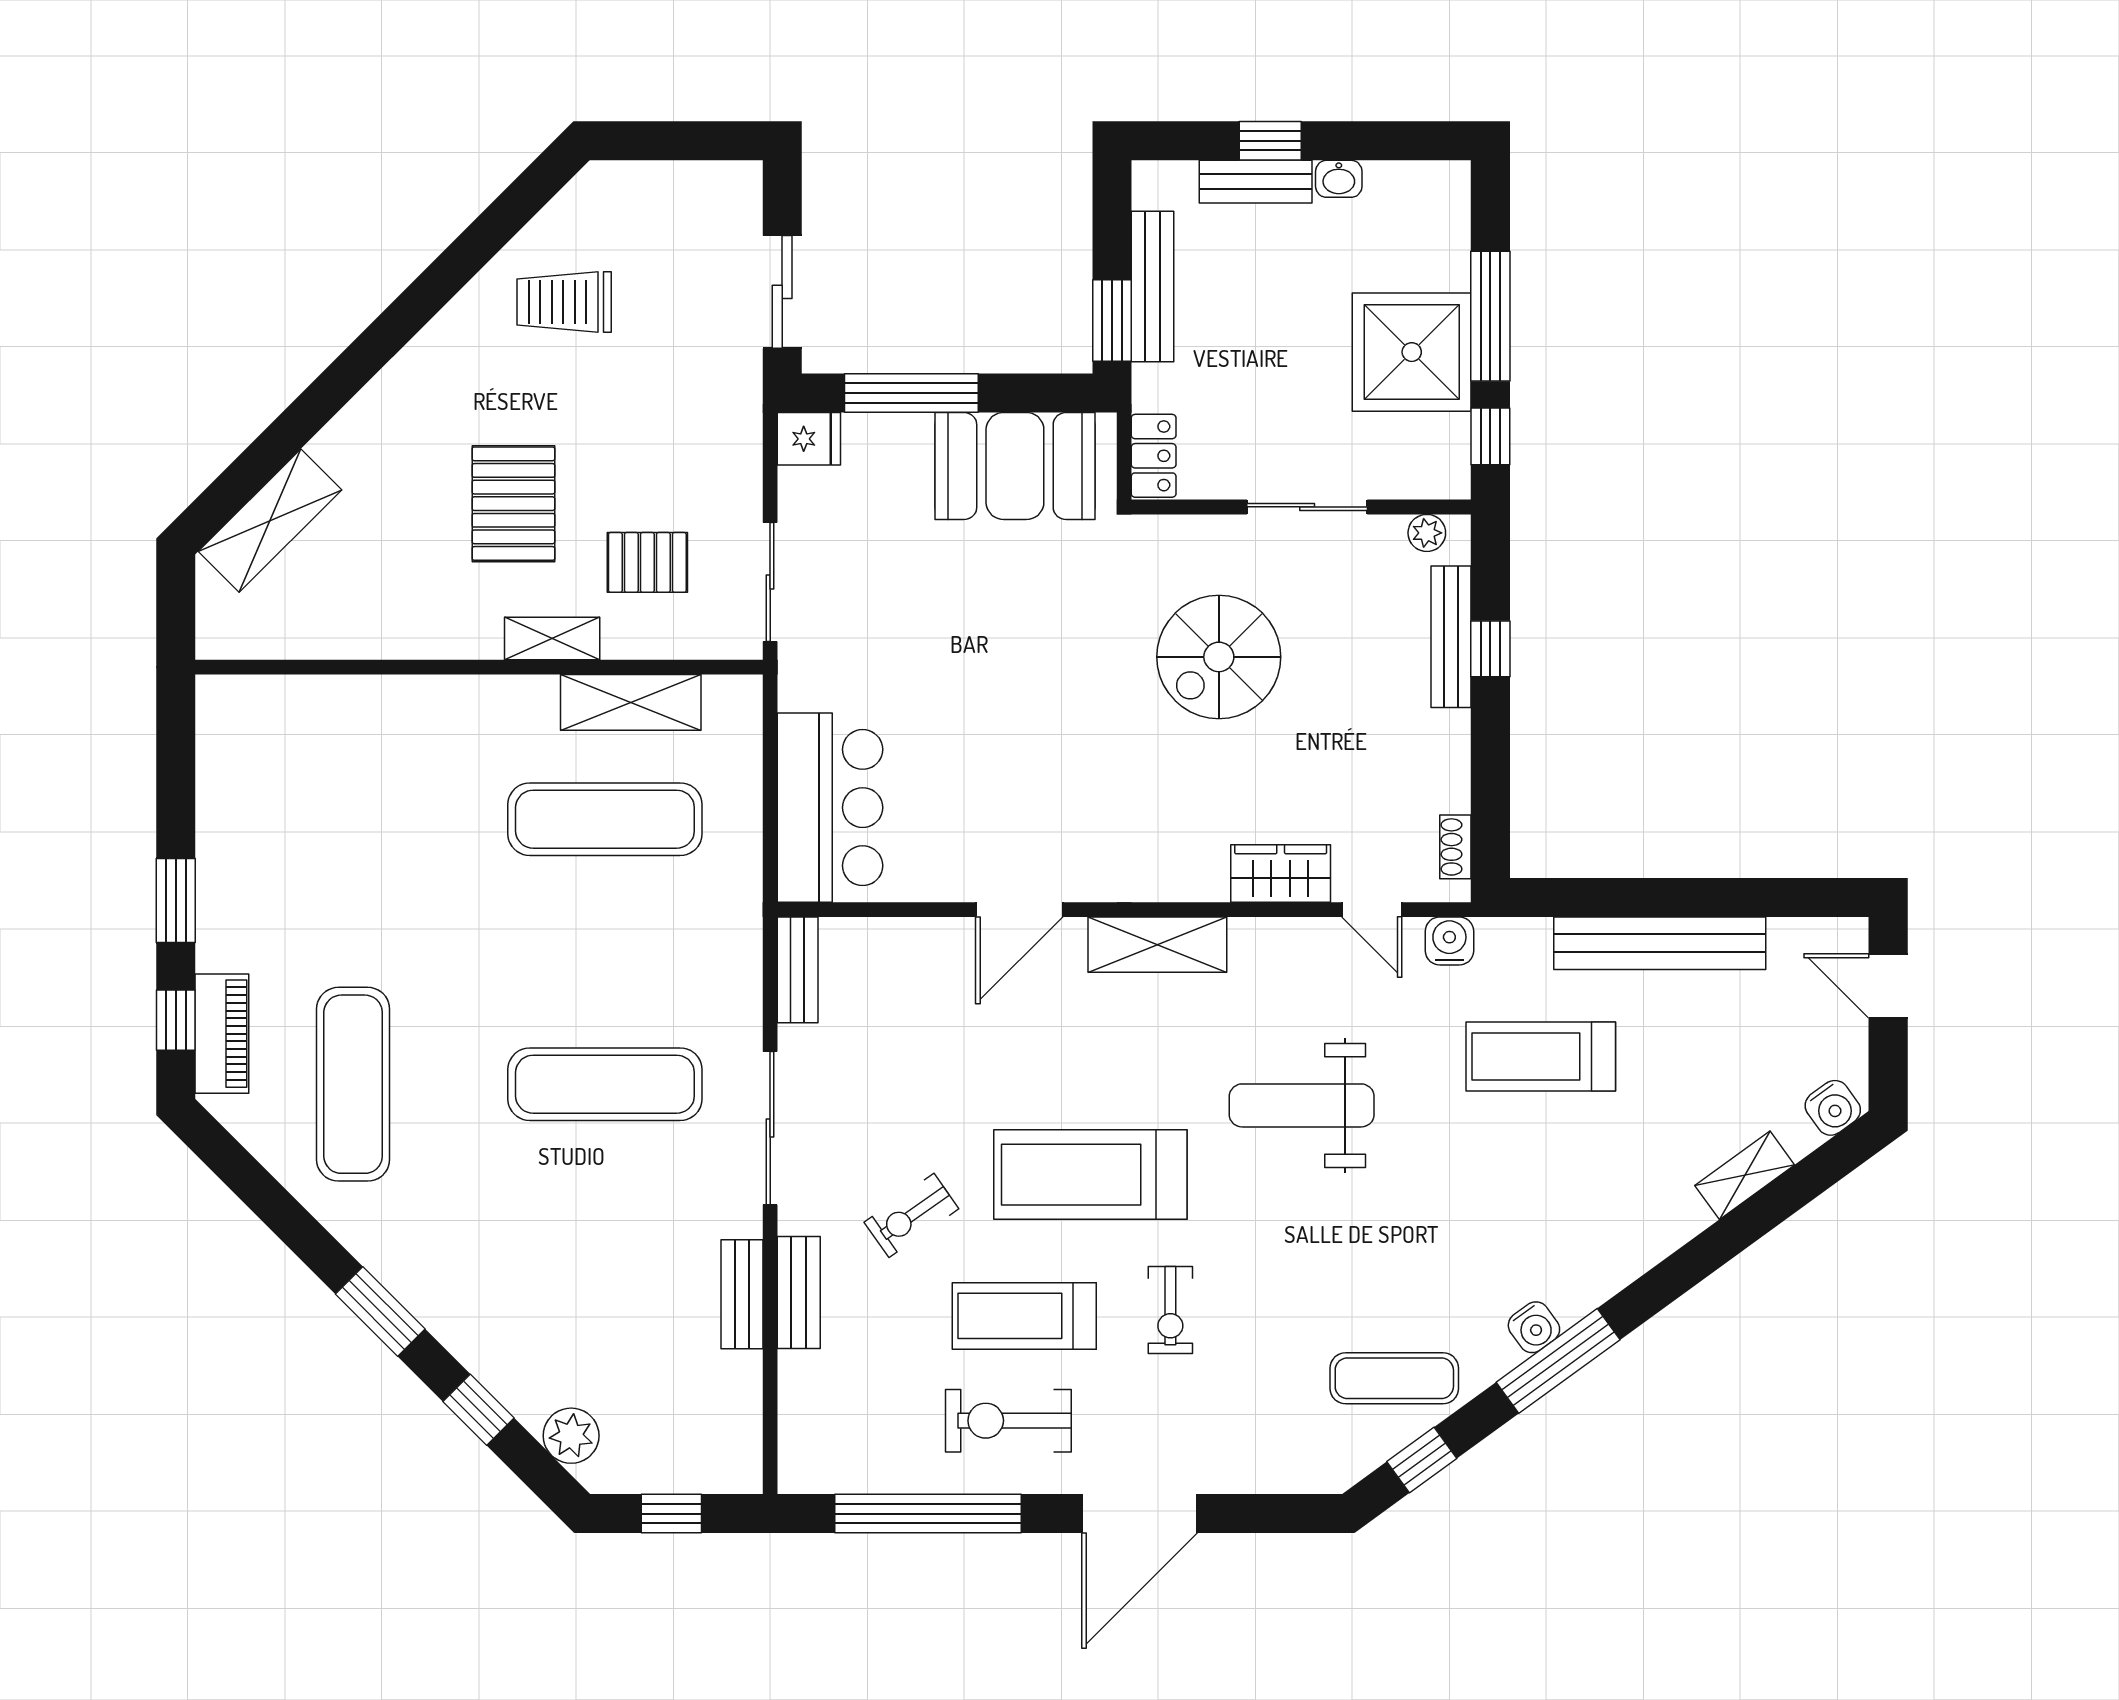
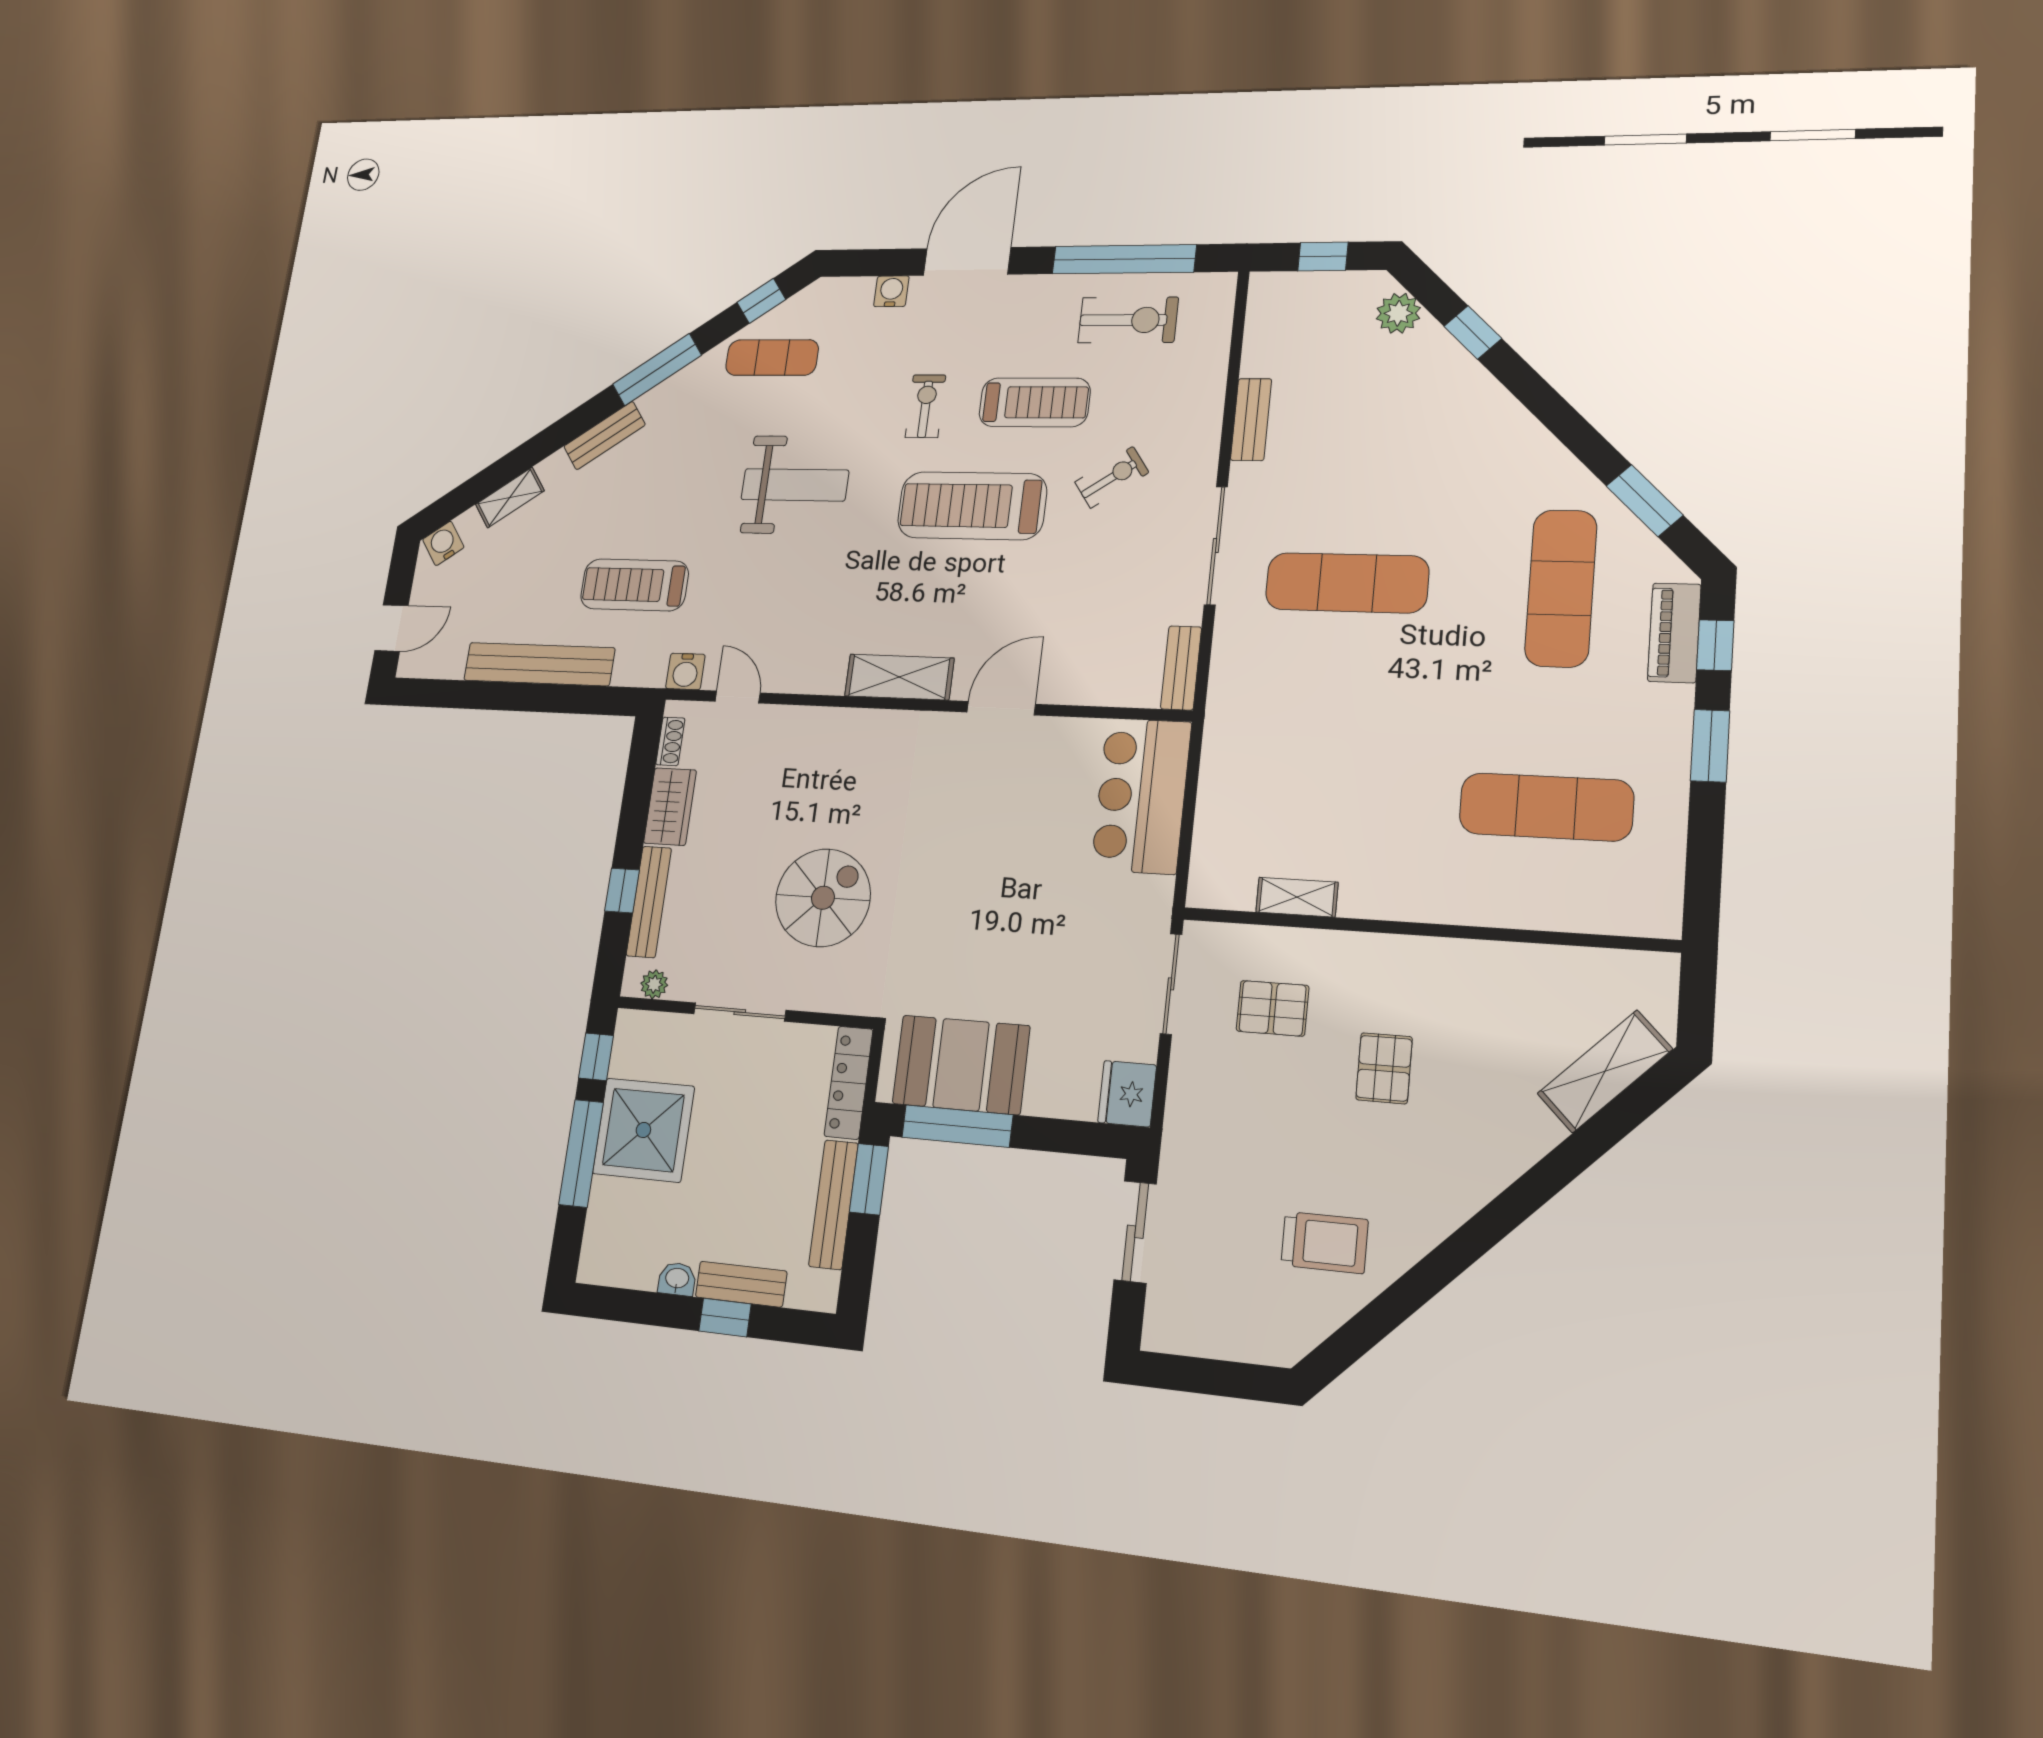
window: (911, 393) -> (957, 1126), moved
fridge: (809, 439) -> (1127, 1094), width x1.38
locker: (1154, 456) -> (849, 1083), width x1.53
pallet: (513, 504) -> (1384, 1068), width x0.67, depth x0.71
shelving: (552, 638) -> (1360, 950), removed
shelving: (631, 702) -> (1297, 897), width x0.67, depth x0.75
exercise mat: (605, 819) -> (1546, 807), moved
wardrobe: (1281, 873) -> (670, 807), moved, turned -90
door: (1888, 986) -> (391, 628), hinge flipped
treadmill: (1541, 1056) -> (634, 585), turned 180
weight bench: (1302, 1105) -> (795, 485), moved
treadmill: (1090, 1175) -> (972, 506), turned 180
bench: (799, 1292) -> (605, 436), moved, turned 54
window: (380, 1311) -> (1645, 501), moved
water cooler: (1534, 1327) -> (891, 291), moved, turned 36
exercise bike: (1008, 1421) -> (1128, 320), moved

